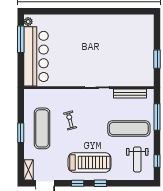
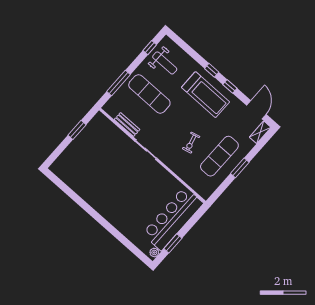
window: (21, 39) -> (173, 243), width x0.69
bench: (130, 94) -> (127, 125), width x0.73
weight bench: (137, 159) -> (165, 63), turned 90
treadmill: (90, 162) -> (205, 95), turned 180

